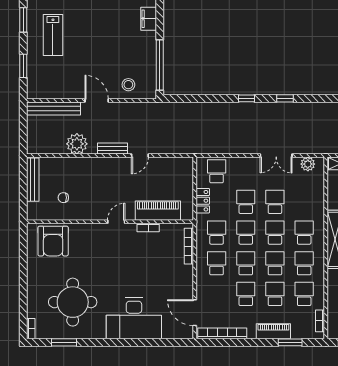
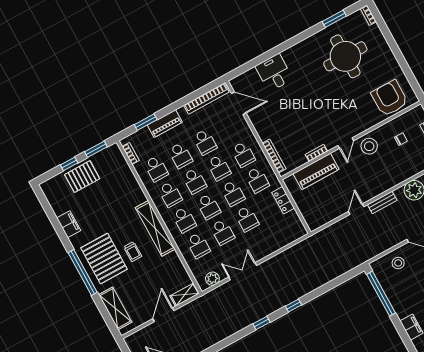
school desk: (217, 171) -> (198, 245), moved
stool: (96, 207) -> (369, 146), added
desk: (134, 318) -> (274, 73), width x0.53, depth x0.77

